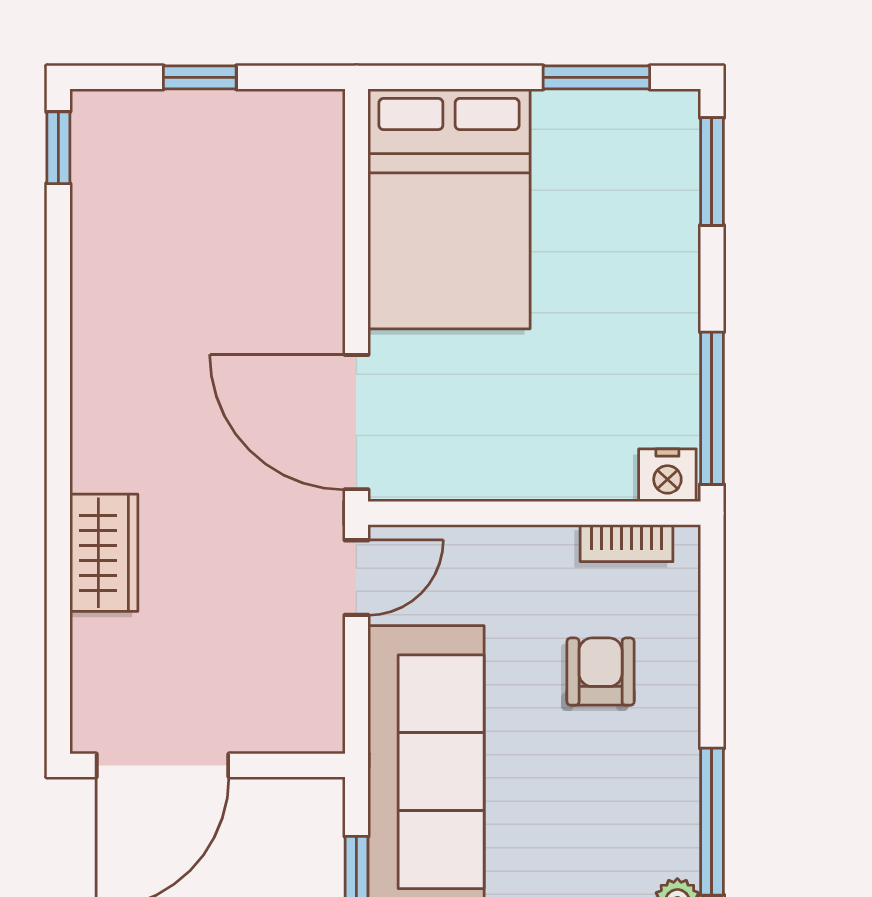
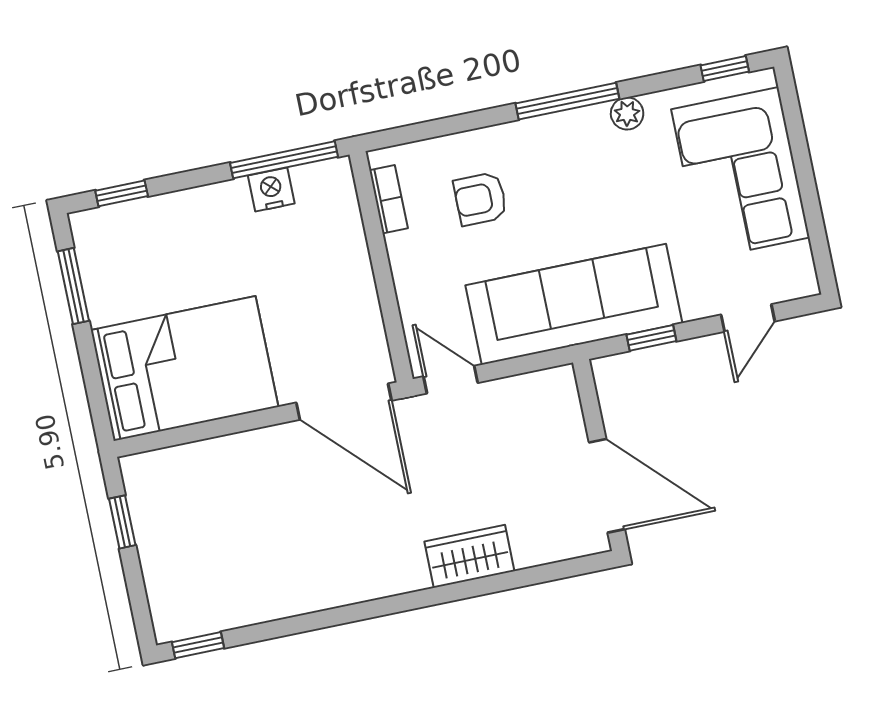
window: (200, 77) -> (122, 522), moved
window: (712, 171) -> (122, 193), width x0.67
door: (356, 422) -> (344, 402), hinge flipped
nightstand: (667, 475) -> (271, 190), moved, turned -90

